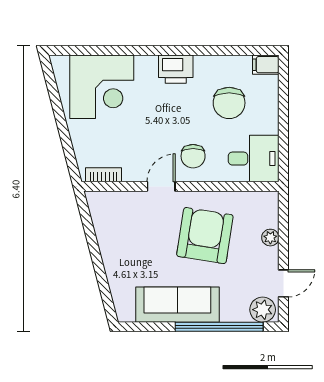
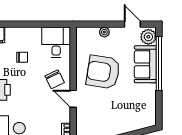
chair: (229, 103) -> (22, 57), width x0.54, depth x0.54
chair: (193, 156) -> (55, 79), turned 64
sofa: (177, 305) -> (145, 64), moved, width x0.73

